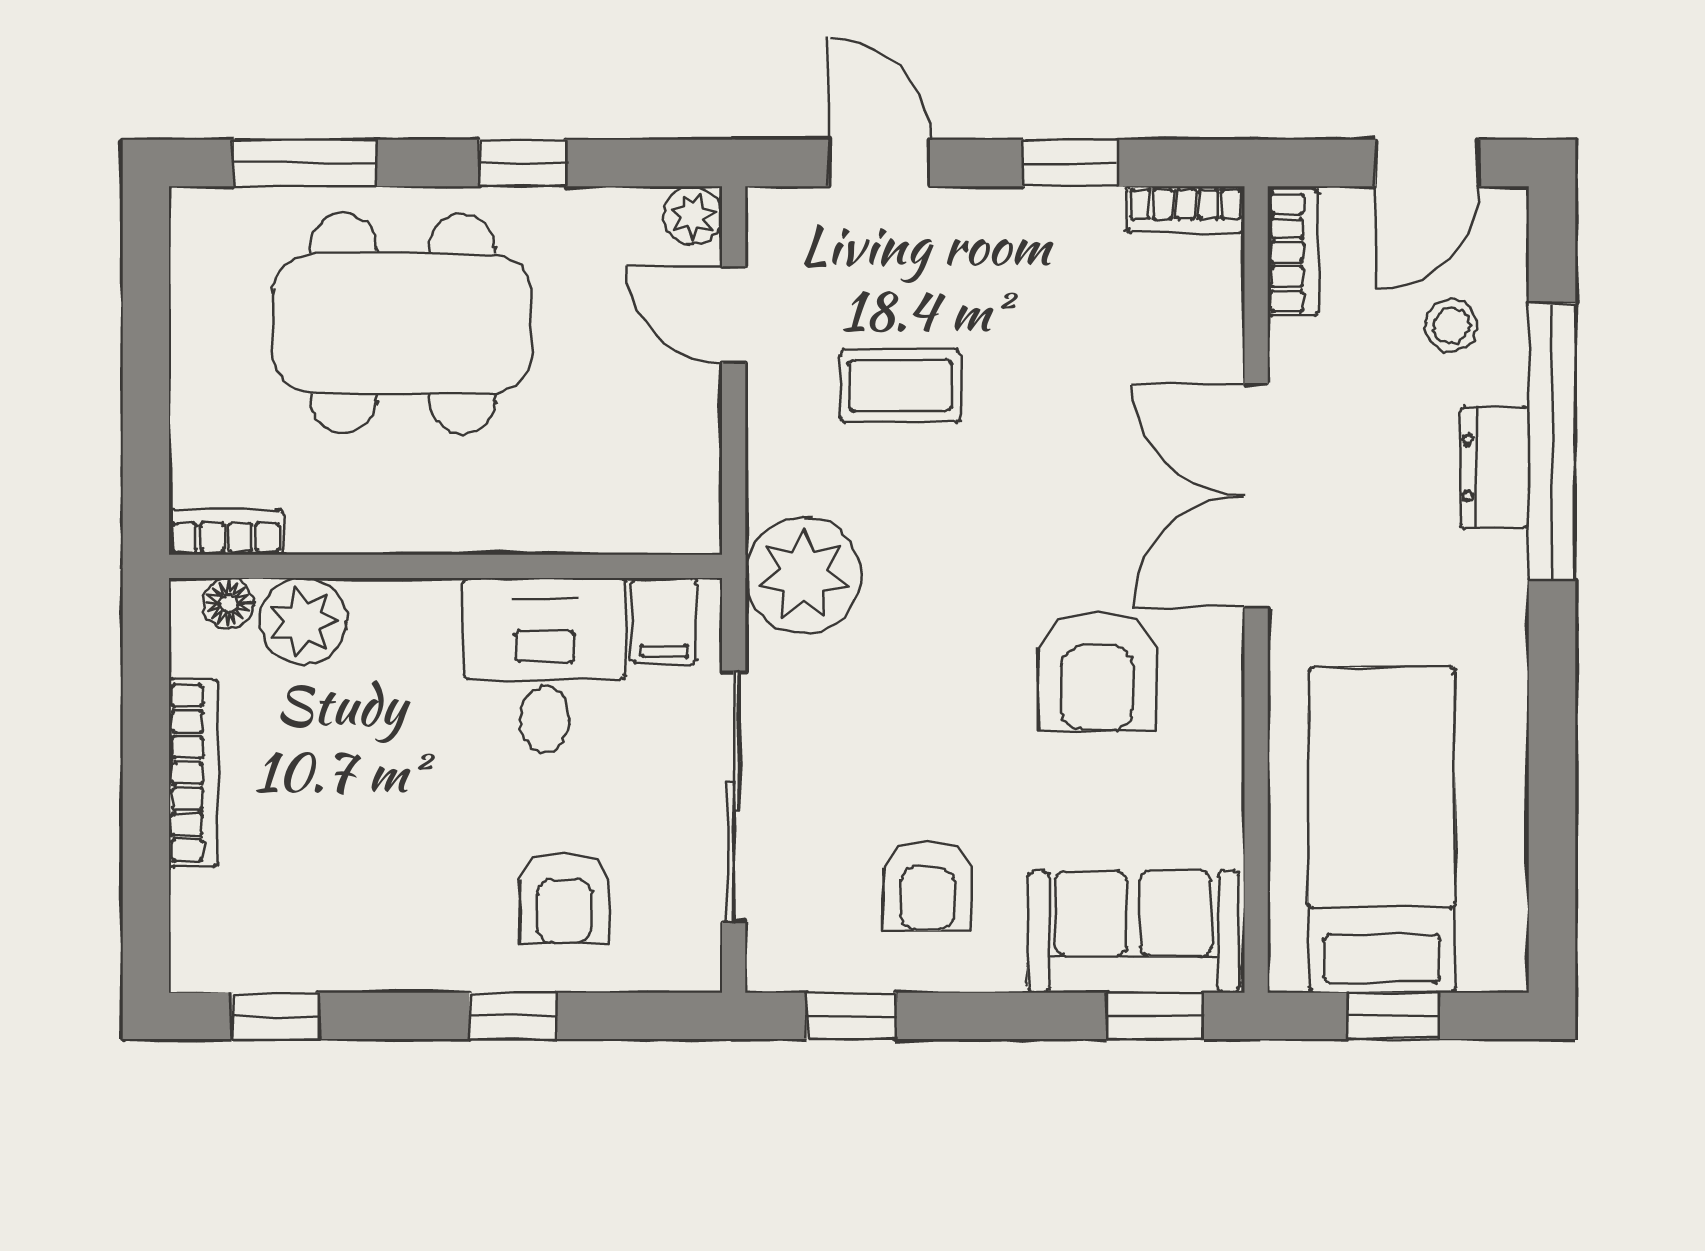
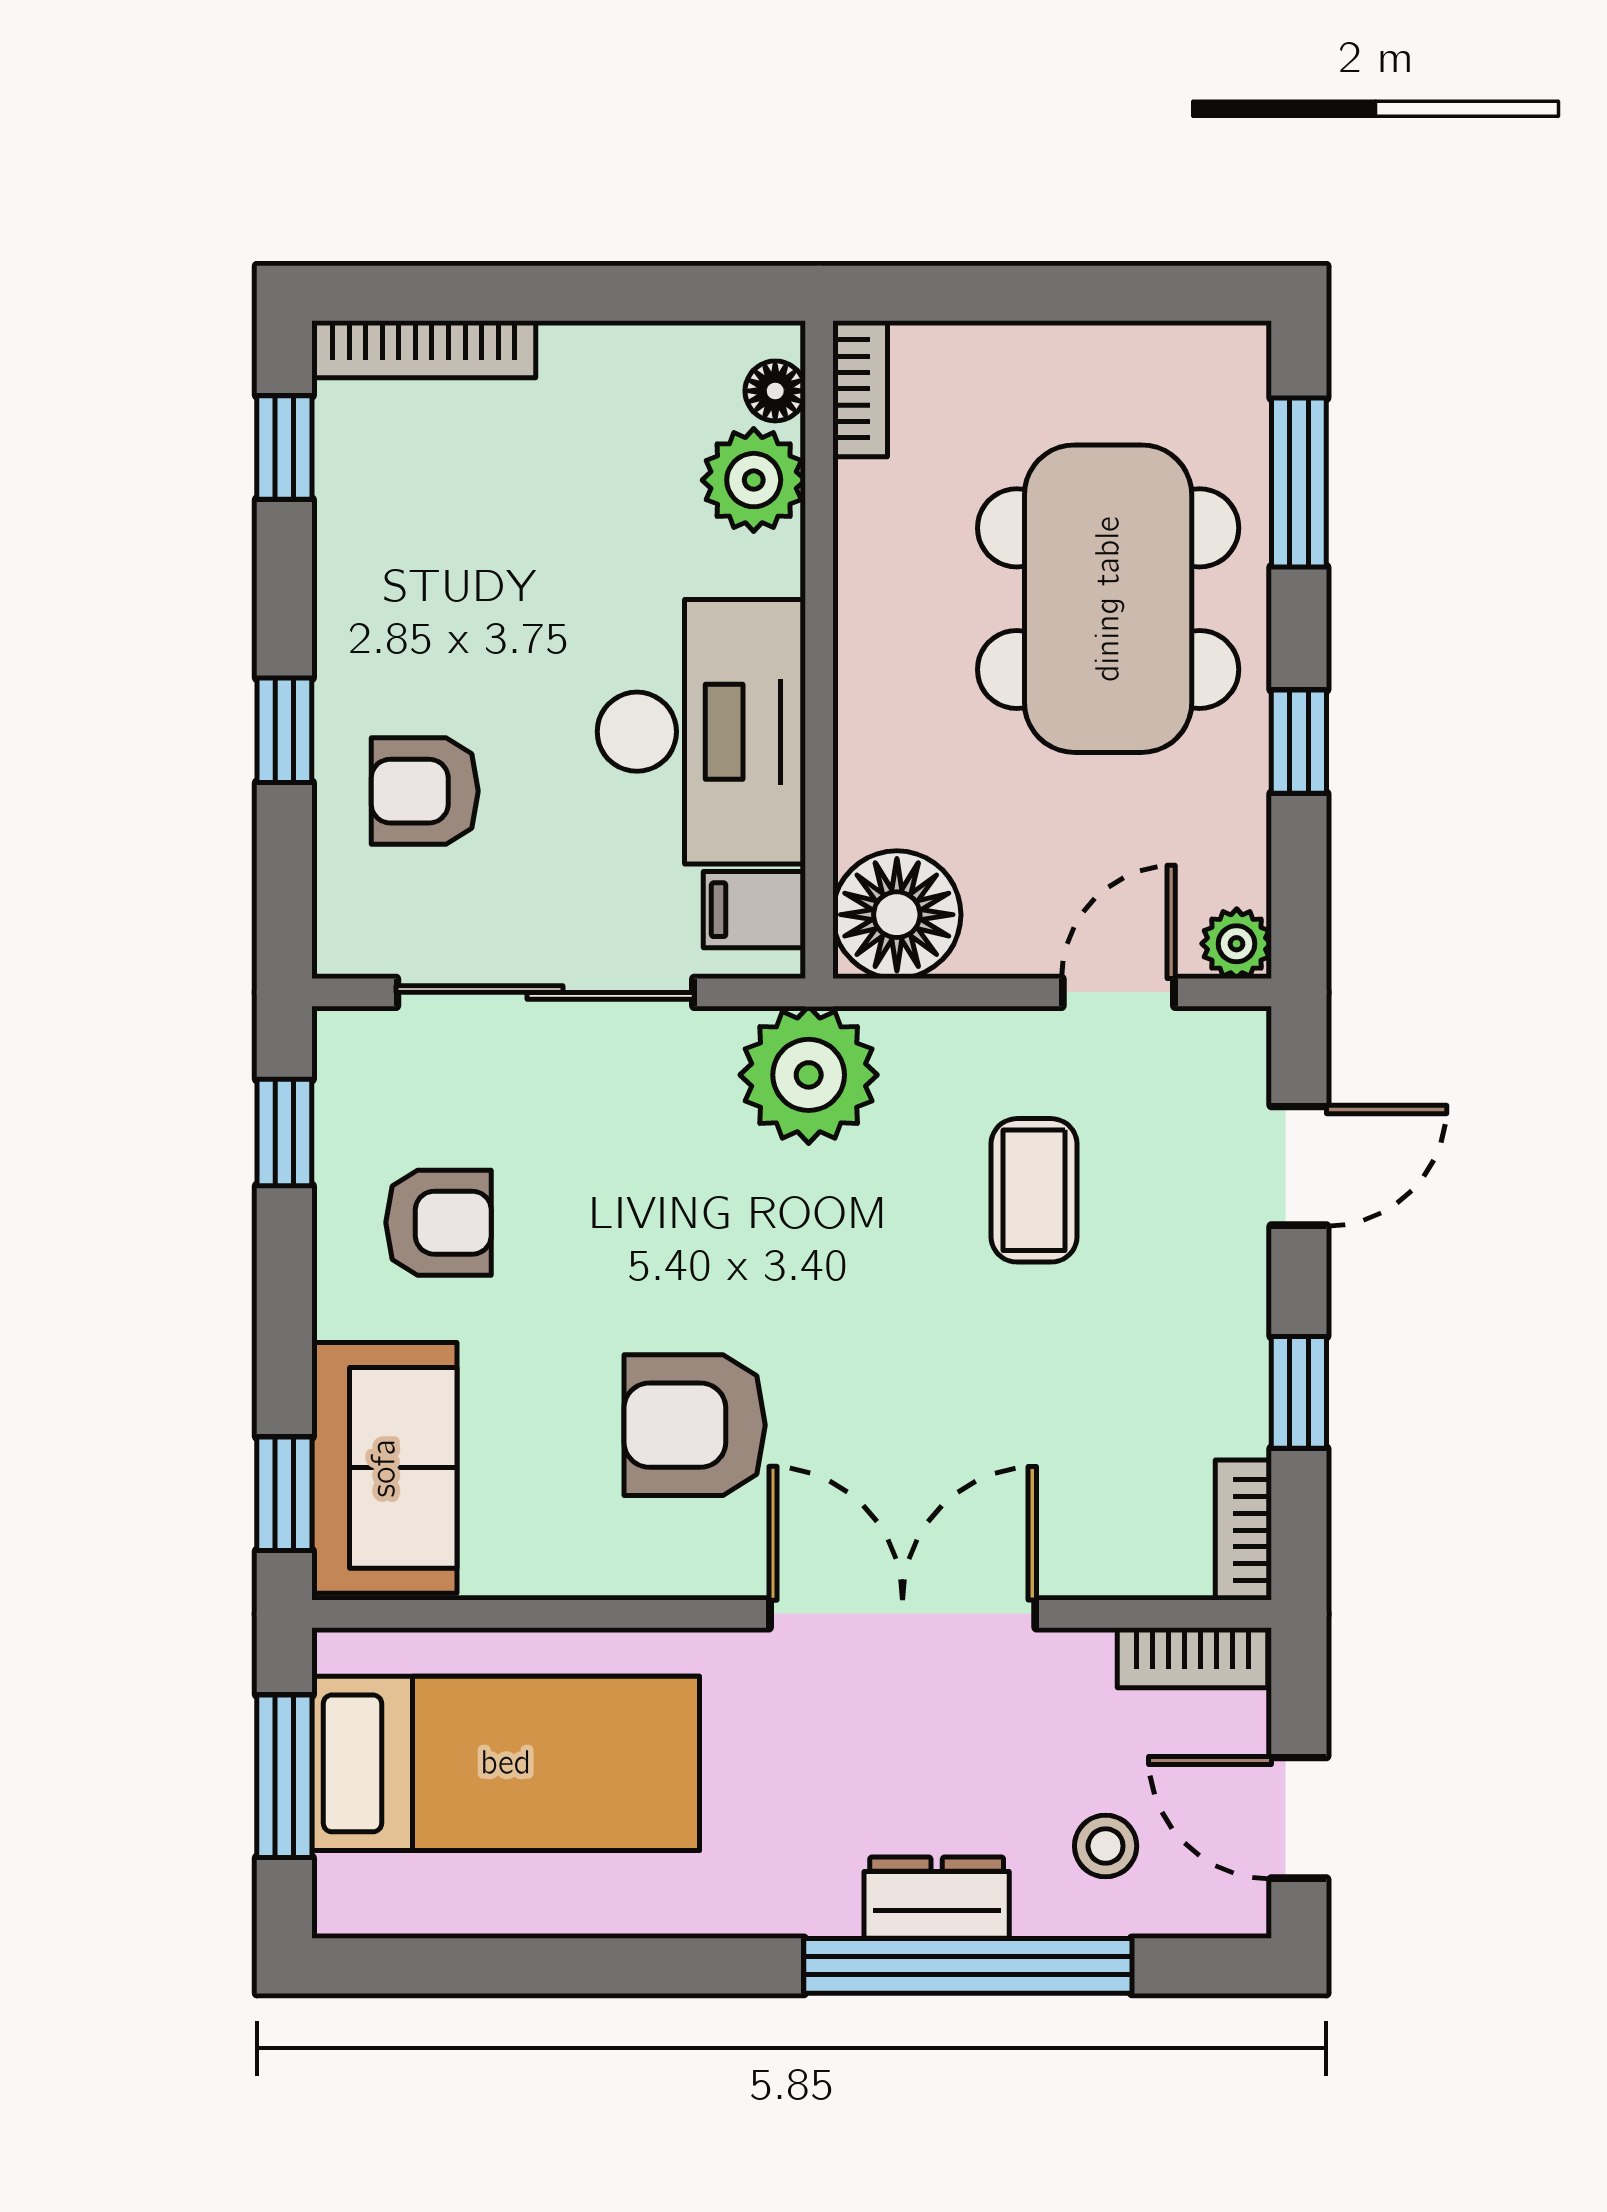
floor lamp: (668, 501) -> (897, 915), added
desk: (545, 665) -> (701, 732), width x1.37
bookcase: (193, 773) -> (424, 349), moved
armchair: (927, 886) -> (439, 1223), turned 180
window: (1393, 1016) -> (284, 1776), width x1.50

